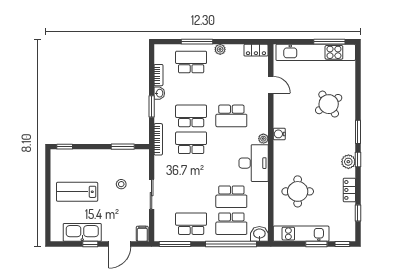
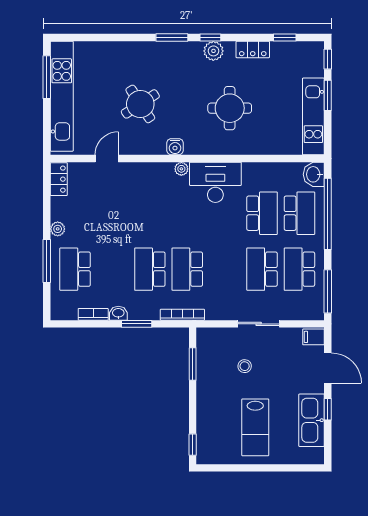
round table: (329, 104) -> (140, 104), moved
school desk: (231, 116) -> (262, 269), moved, turned 180
round table: (298, 191) -> (230, 108), moved

